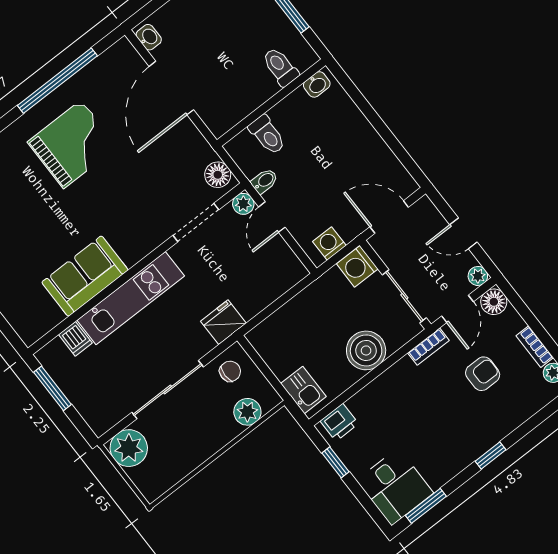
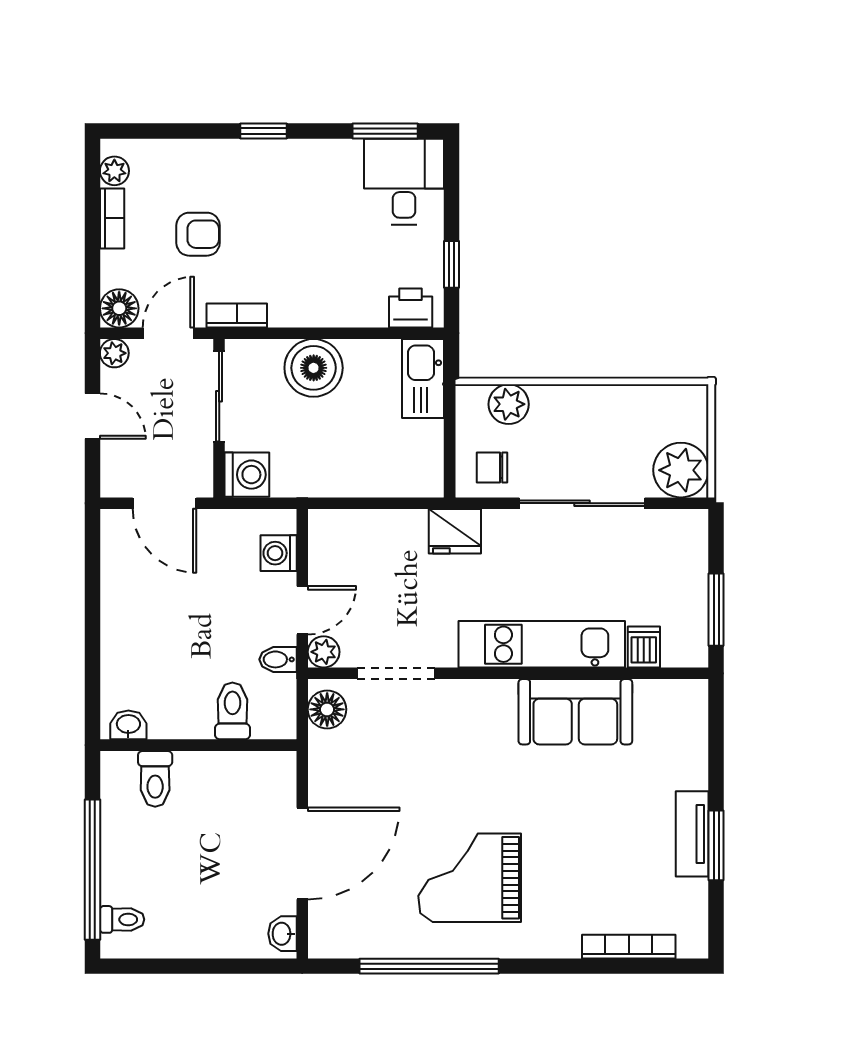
washing machine: (329, 243) -> (279, 553), moved, turned 90
armchair: (483, 374) -> (198, 234), turned 180
kitchen sink: (303, 390) -> (423, 379), width x1.38

